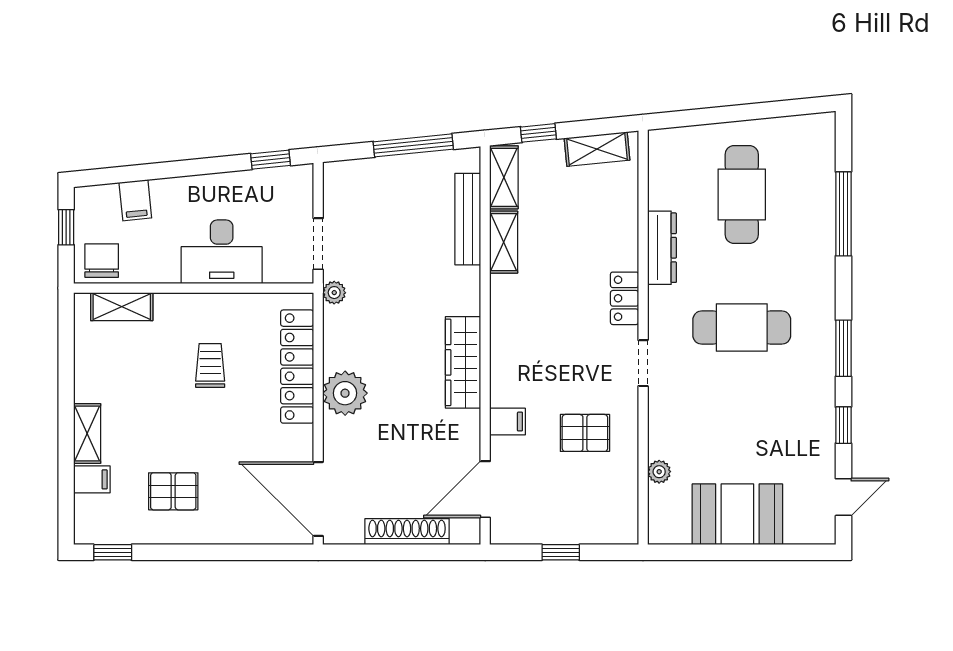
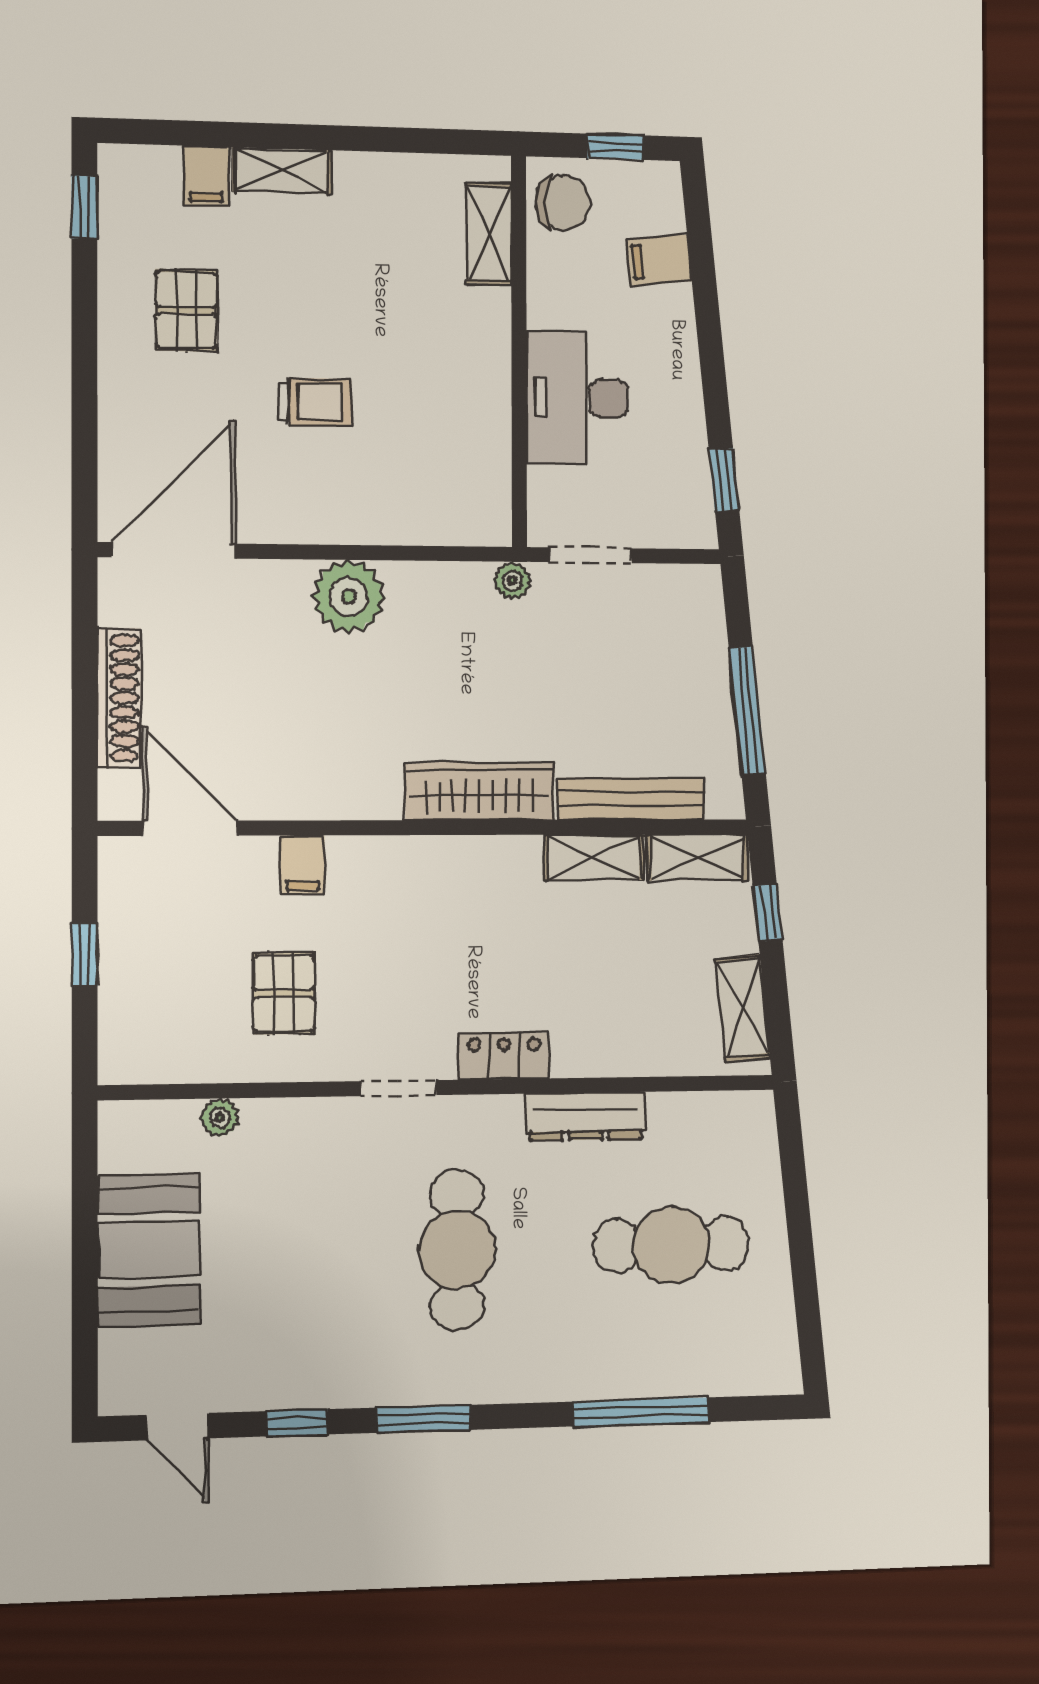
wardrobe: (463, 362) -> (480, 791), moved
trolley: (210, 365) -> (315, 402), moved
locker: (297, 367) -> (392, 518), removed

